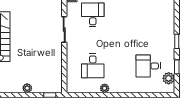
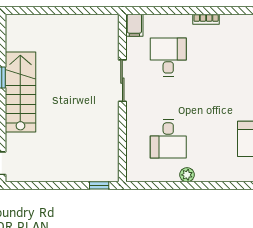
plant: (27, 88) -> (63, 174), removed

